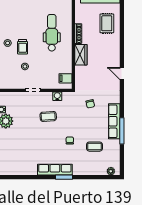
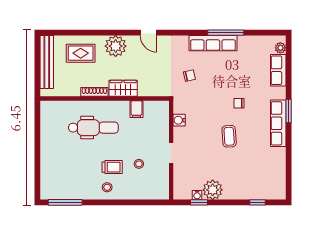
dental chair: (52, 33) -> (93, 128), turned 180
plant: (112, 49) -> (116, 46), added
door: (122, 74) -> (148, 33), hinge flipped
filing cabinet: (65, 78) -> (136, 109), moved
coffee table: (48, 116) -> (229, 136), moved
coffee table: (94, 147) -> (247, 70), removed
row of seats: (94, 170) -> (278, 70), added

